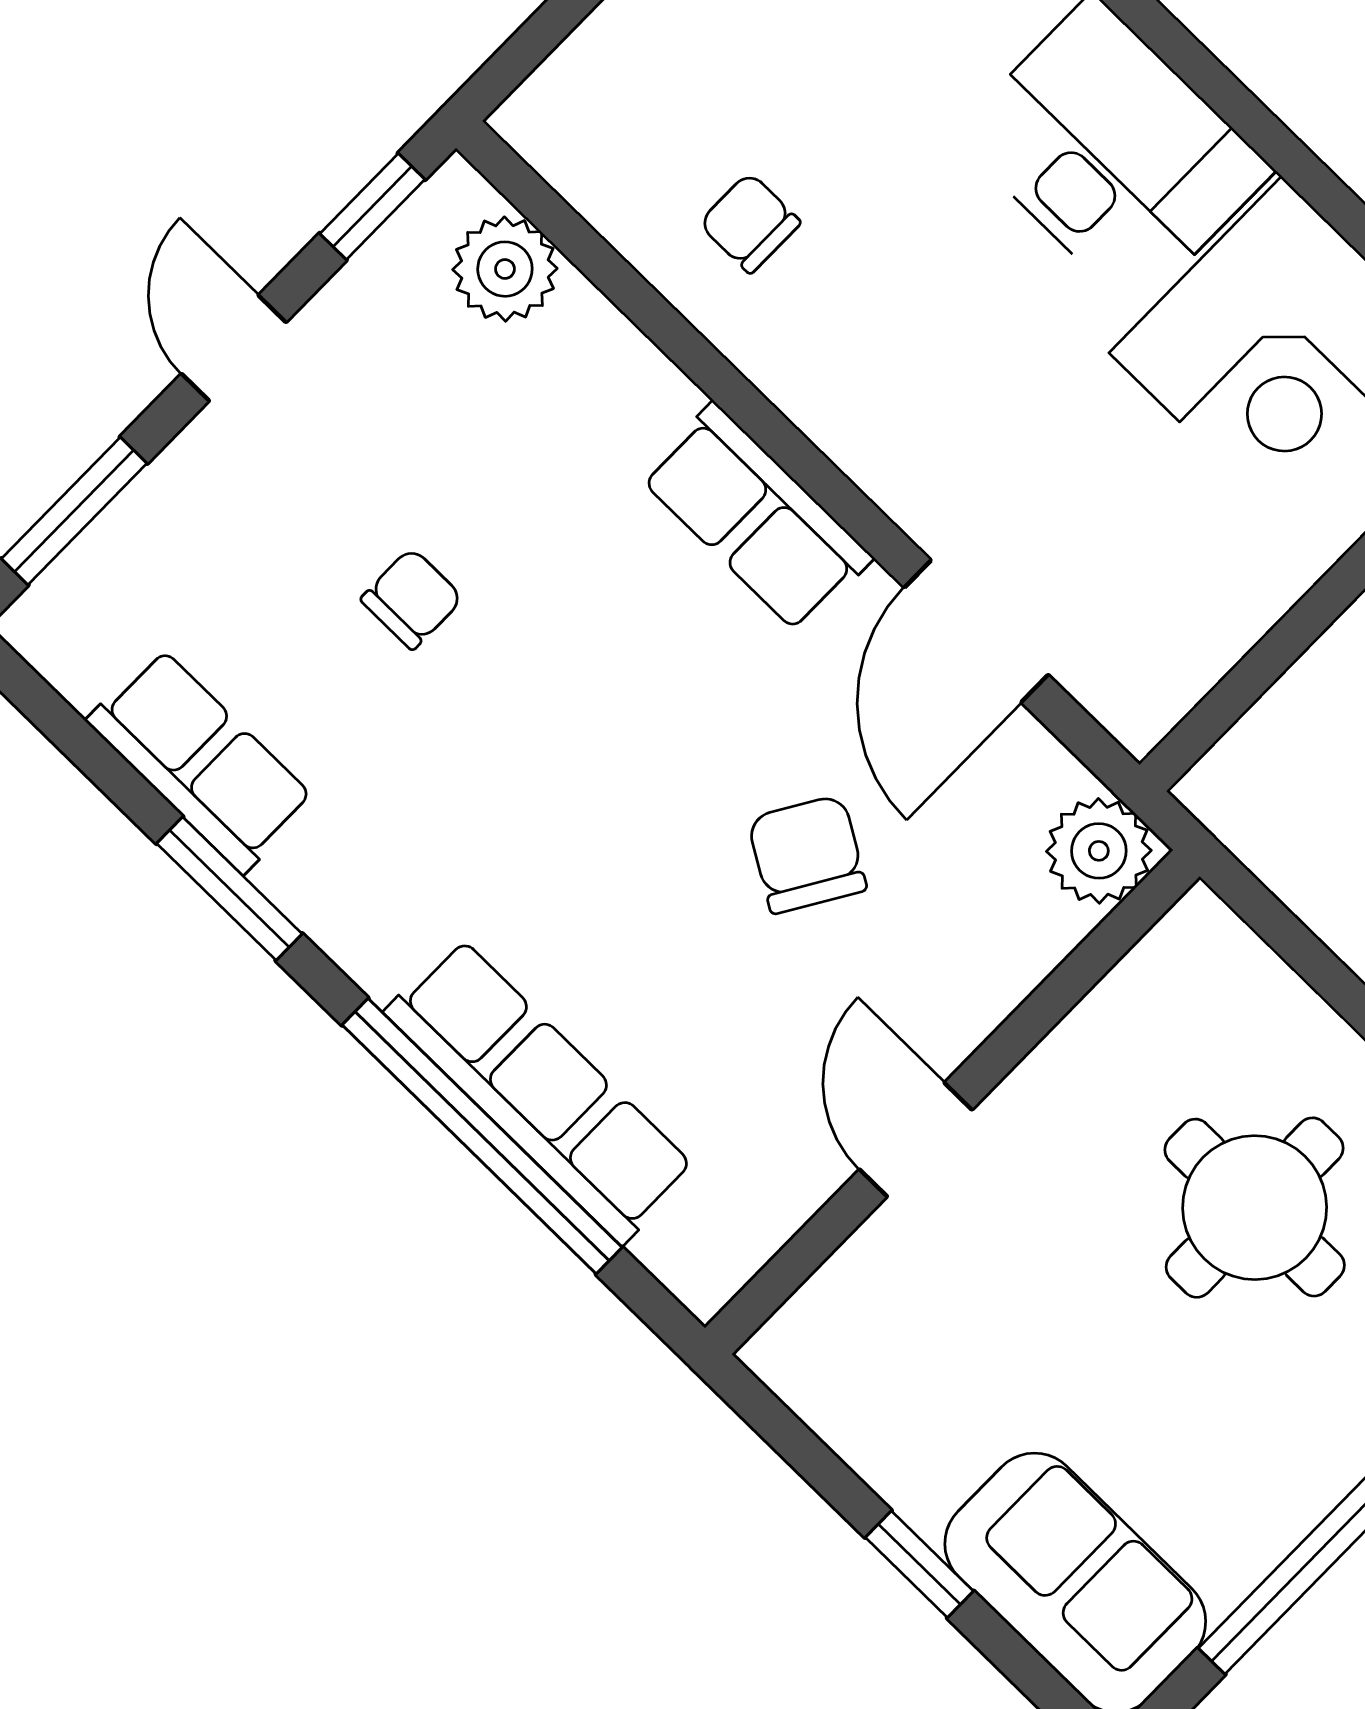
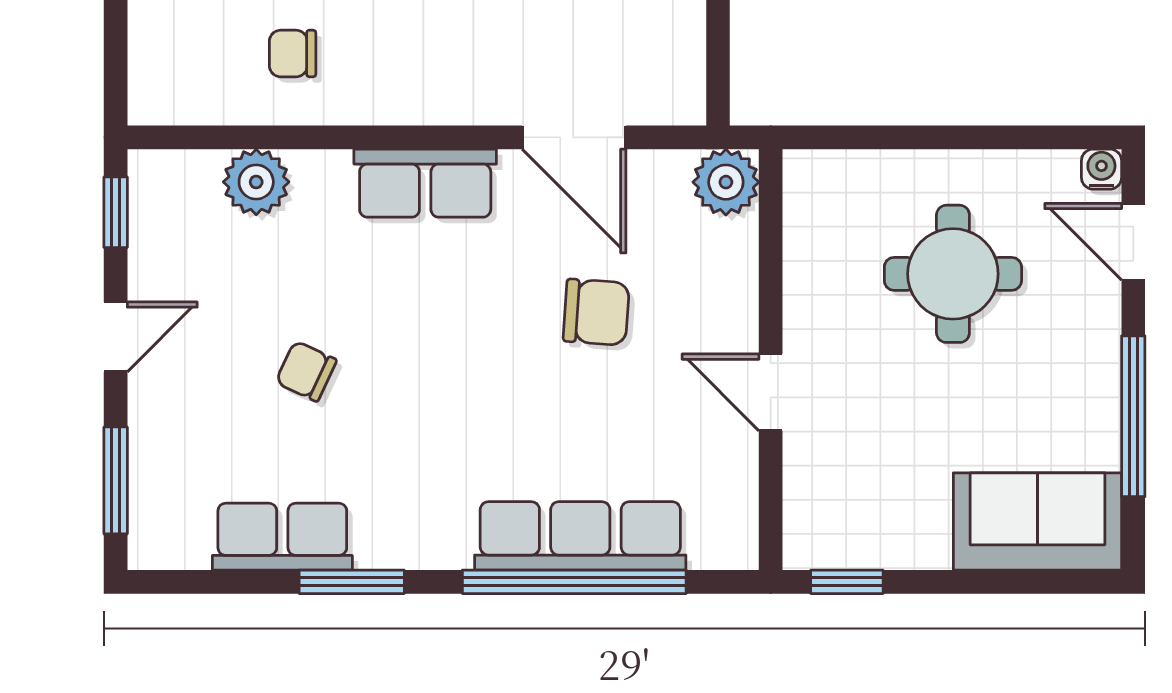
plant: (505, 269) -> (256, 182), moved
door: (234, 348) -> (116, 337), swing flipped
chair: (412, 599) -> (306, 371), turned -65
chair: (807, 854) -> (596, 312), turned 153
window: (919, 1564) -> (847, 582), moved

